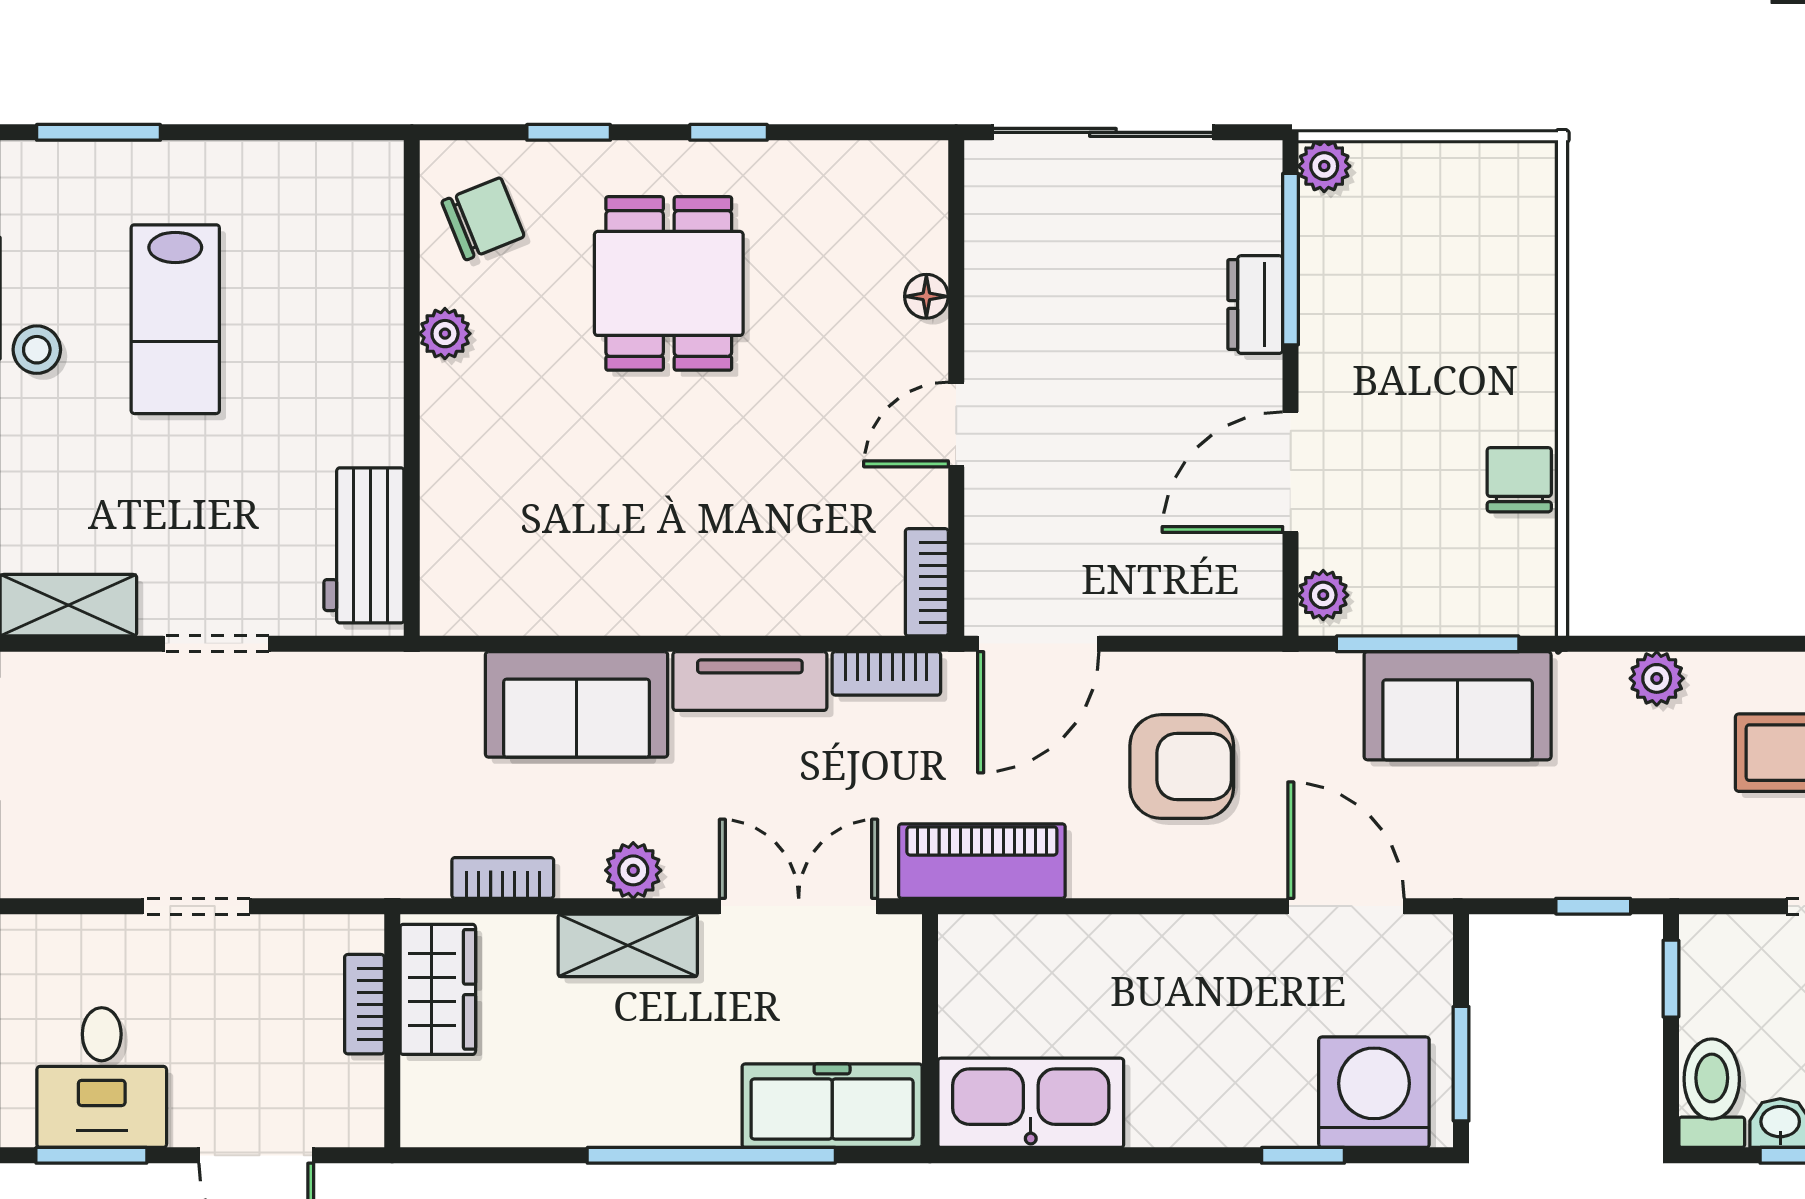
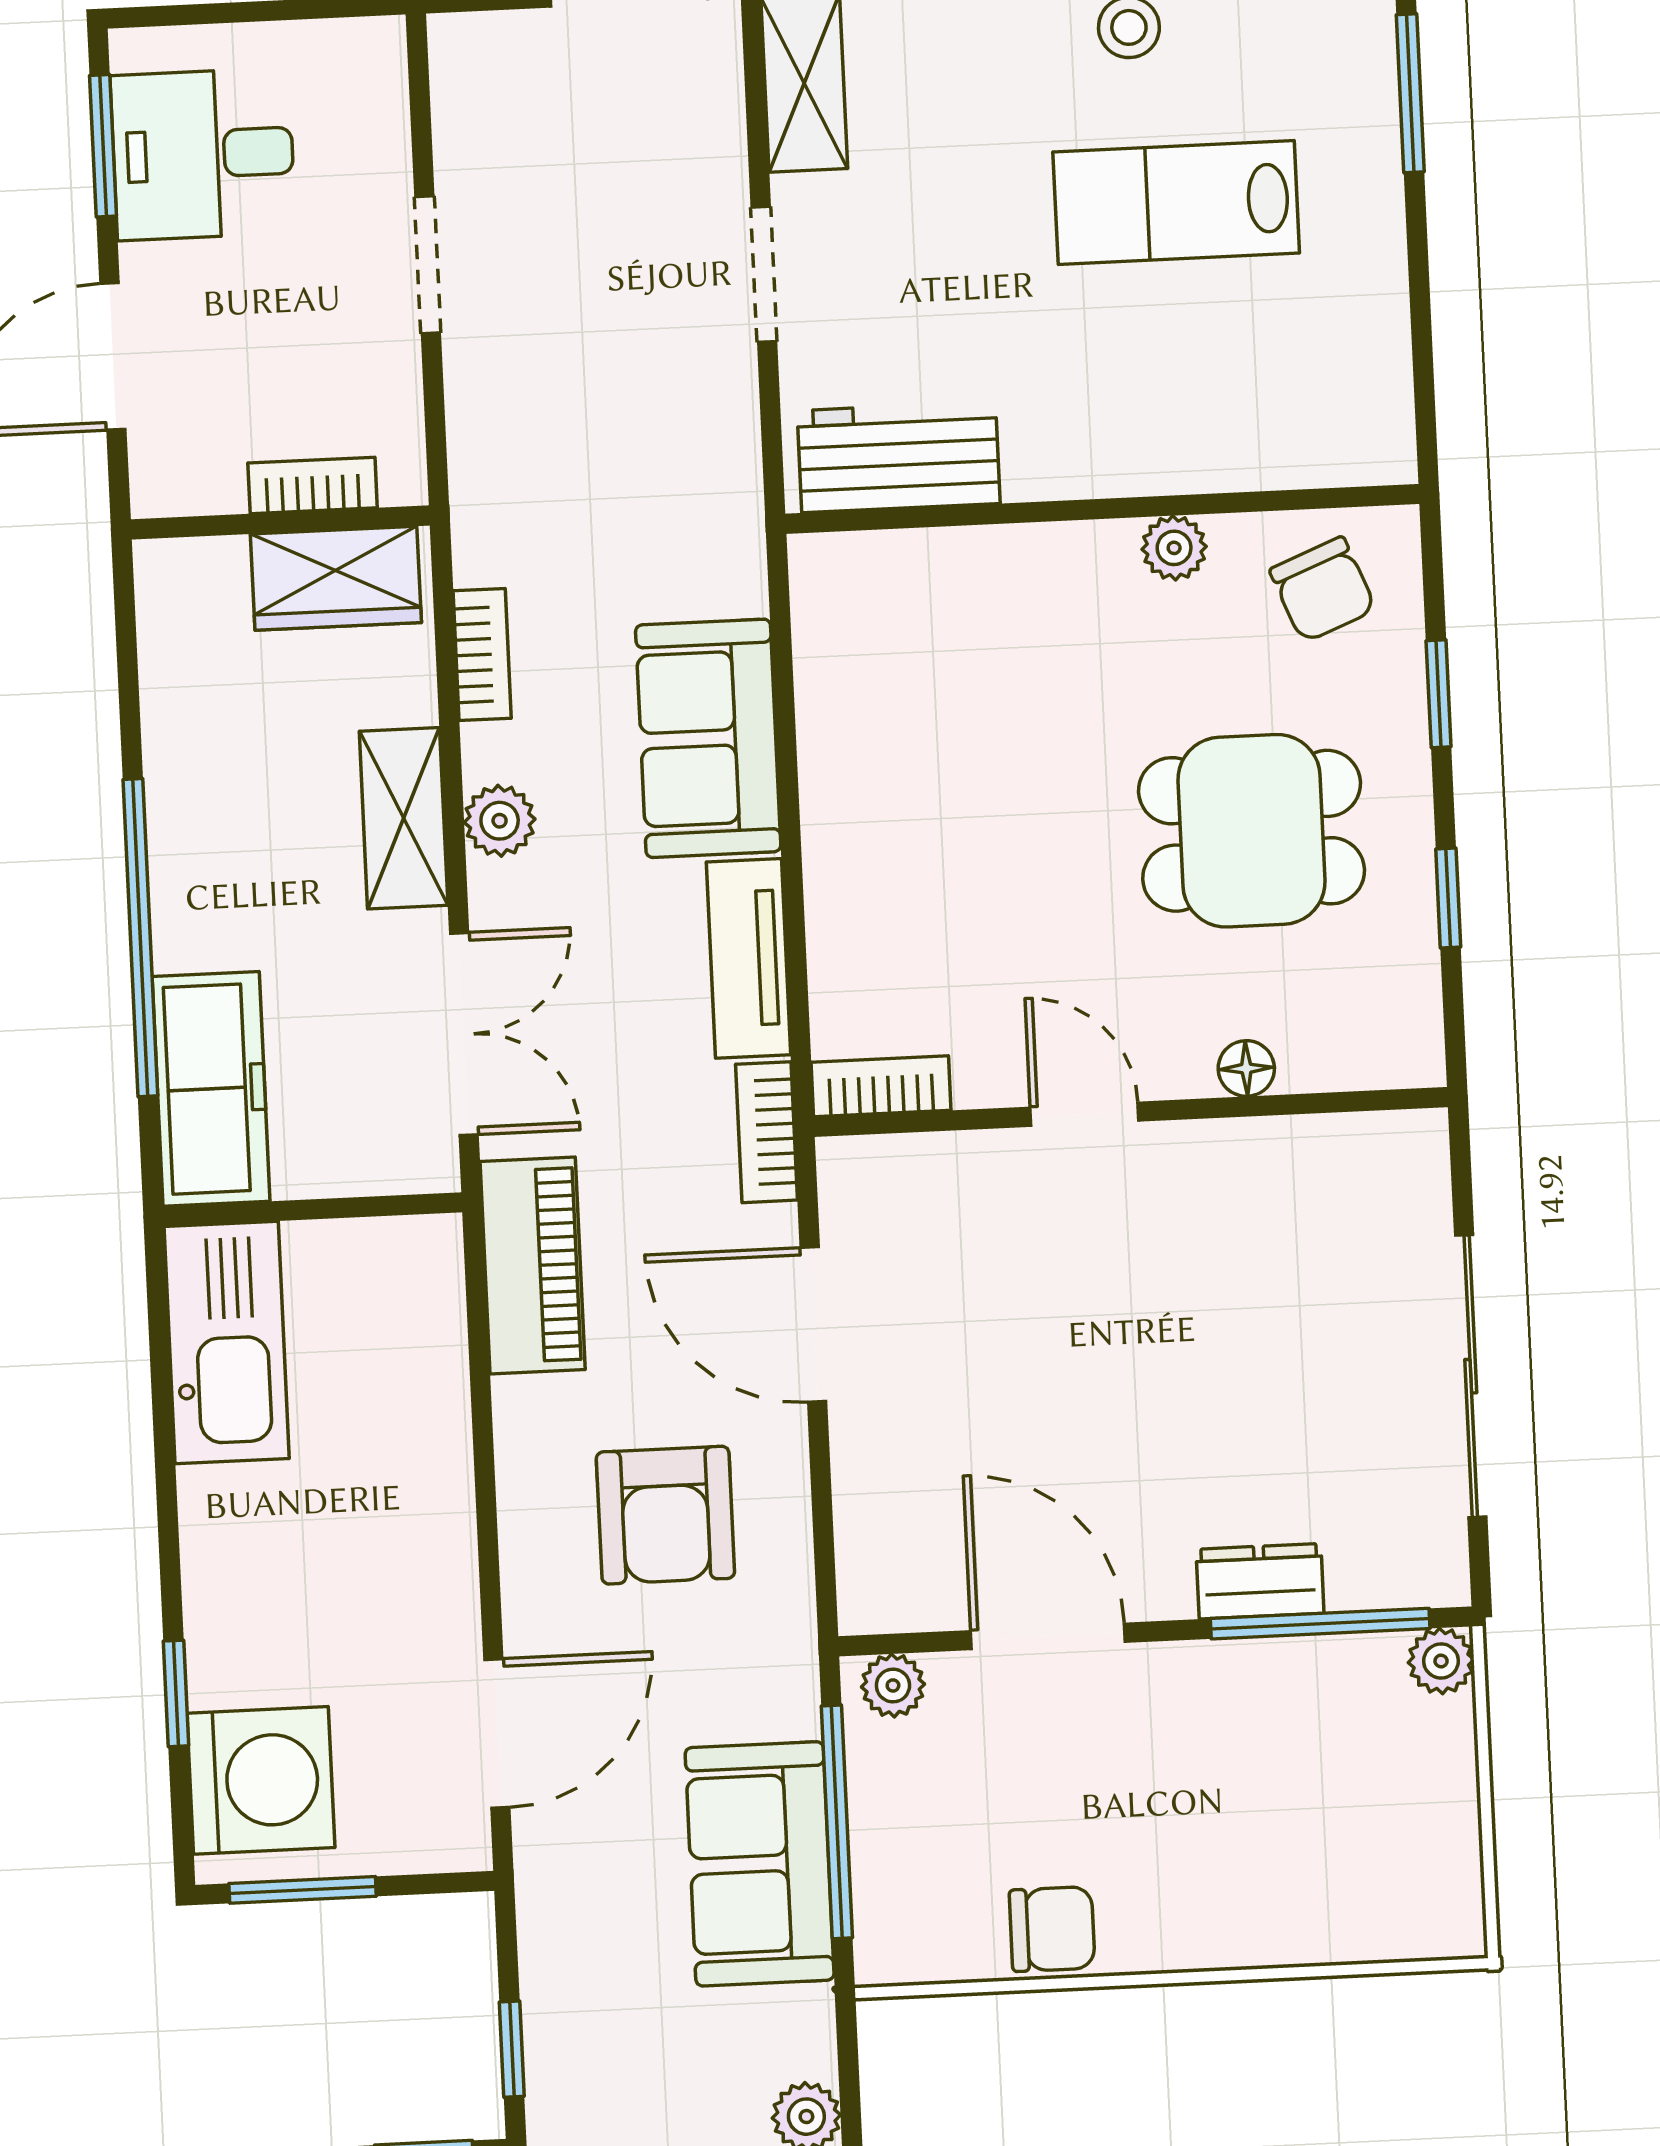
floor lamp: (926, 296) -> (1246, 1068), moved
wall: (956, 388) -> (1131, 1112), moved
door: (956, 424) -> (1084, 1114), moved
bookcase: (927, 582) -> (881, 1086), moved

